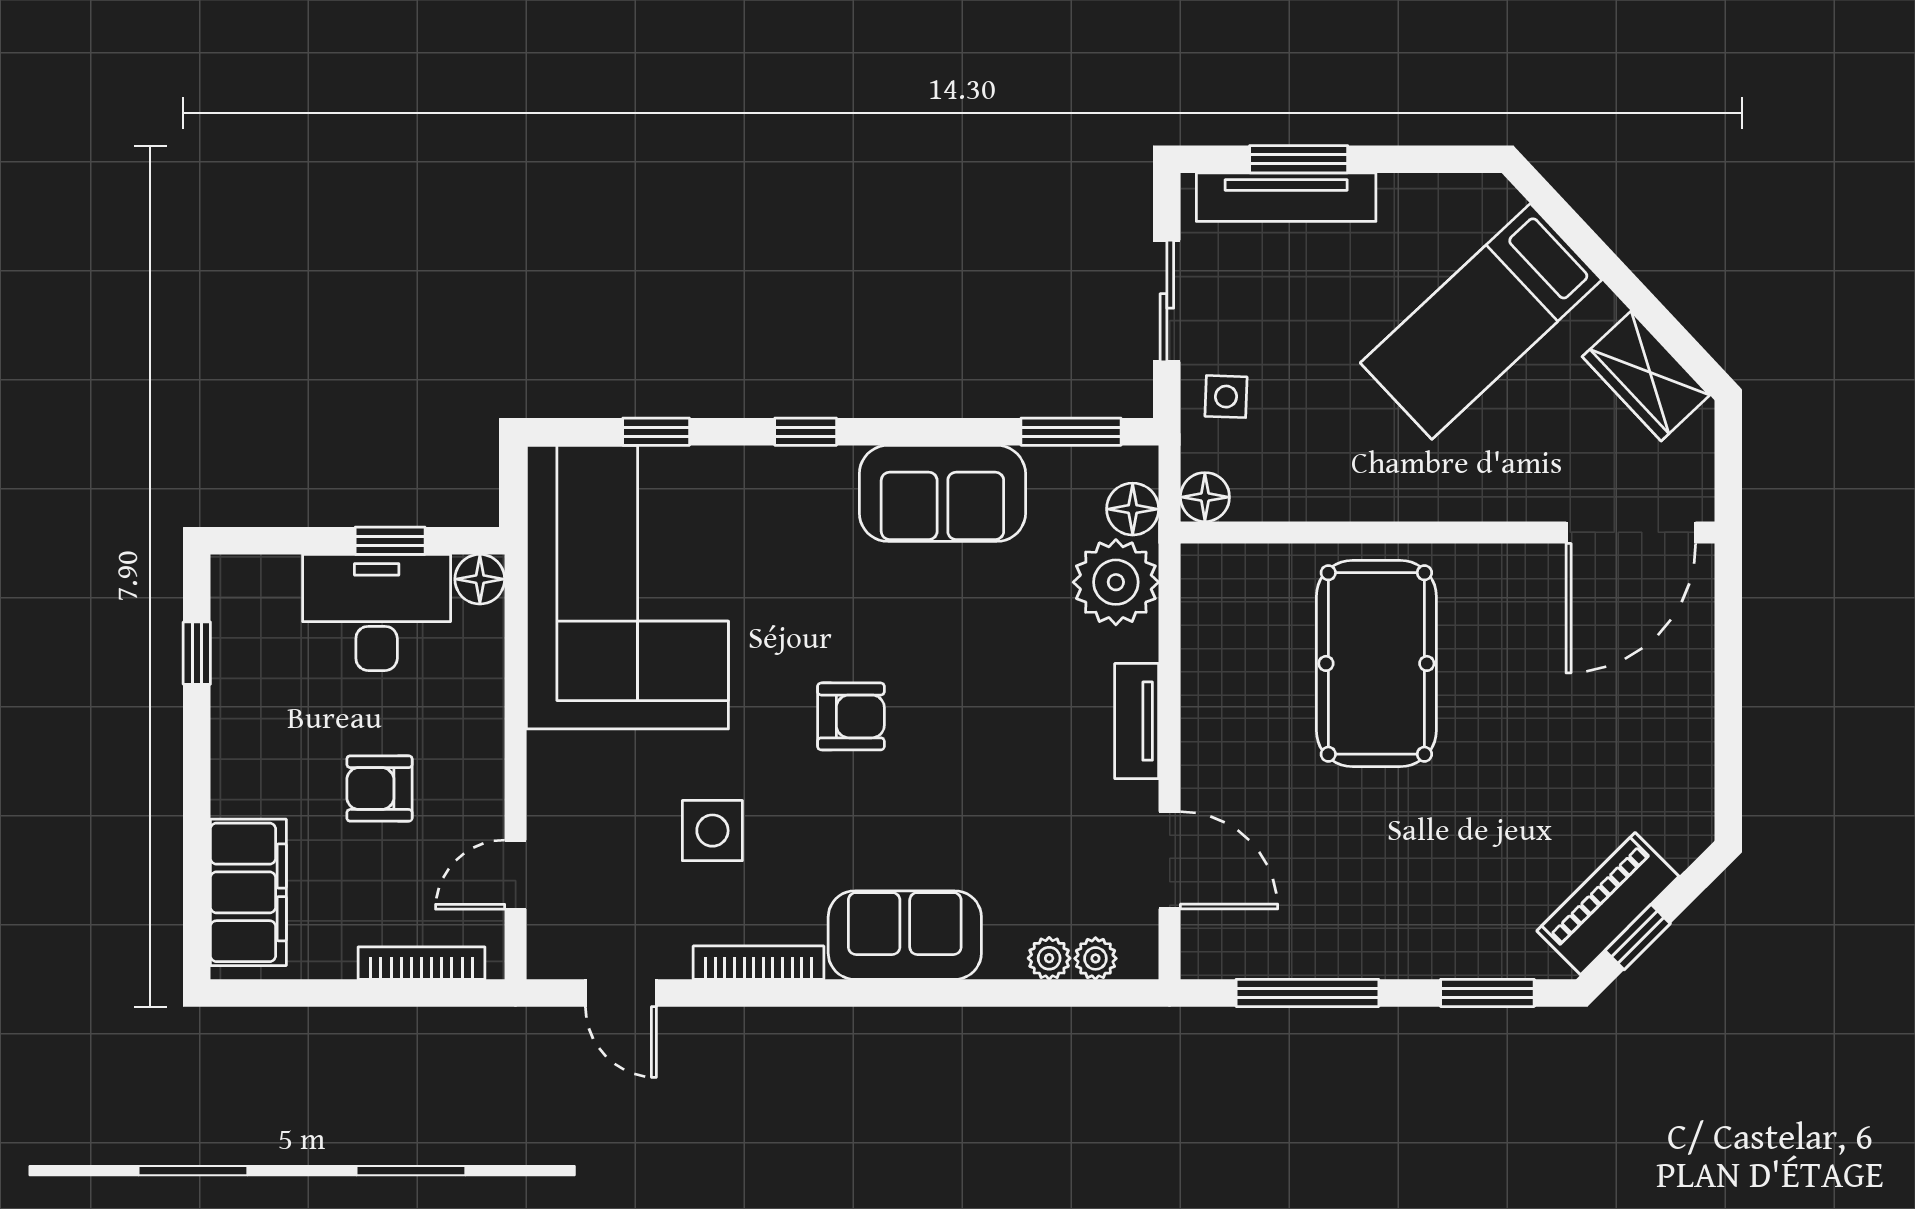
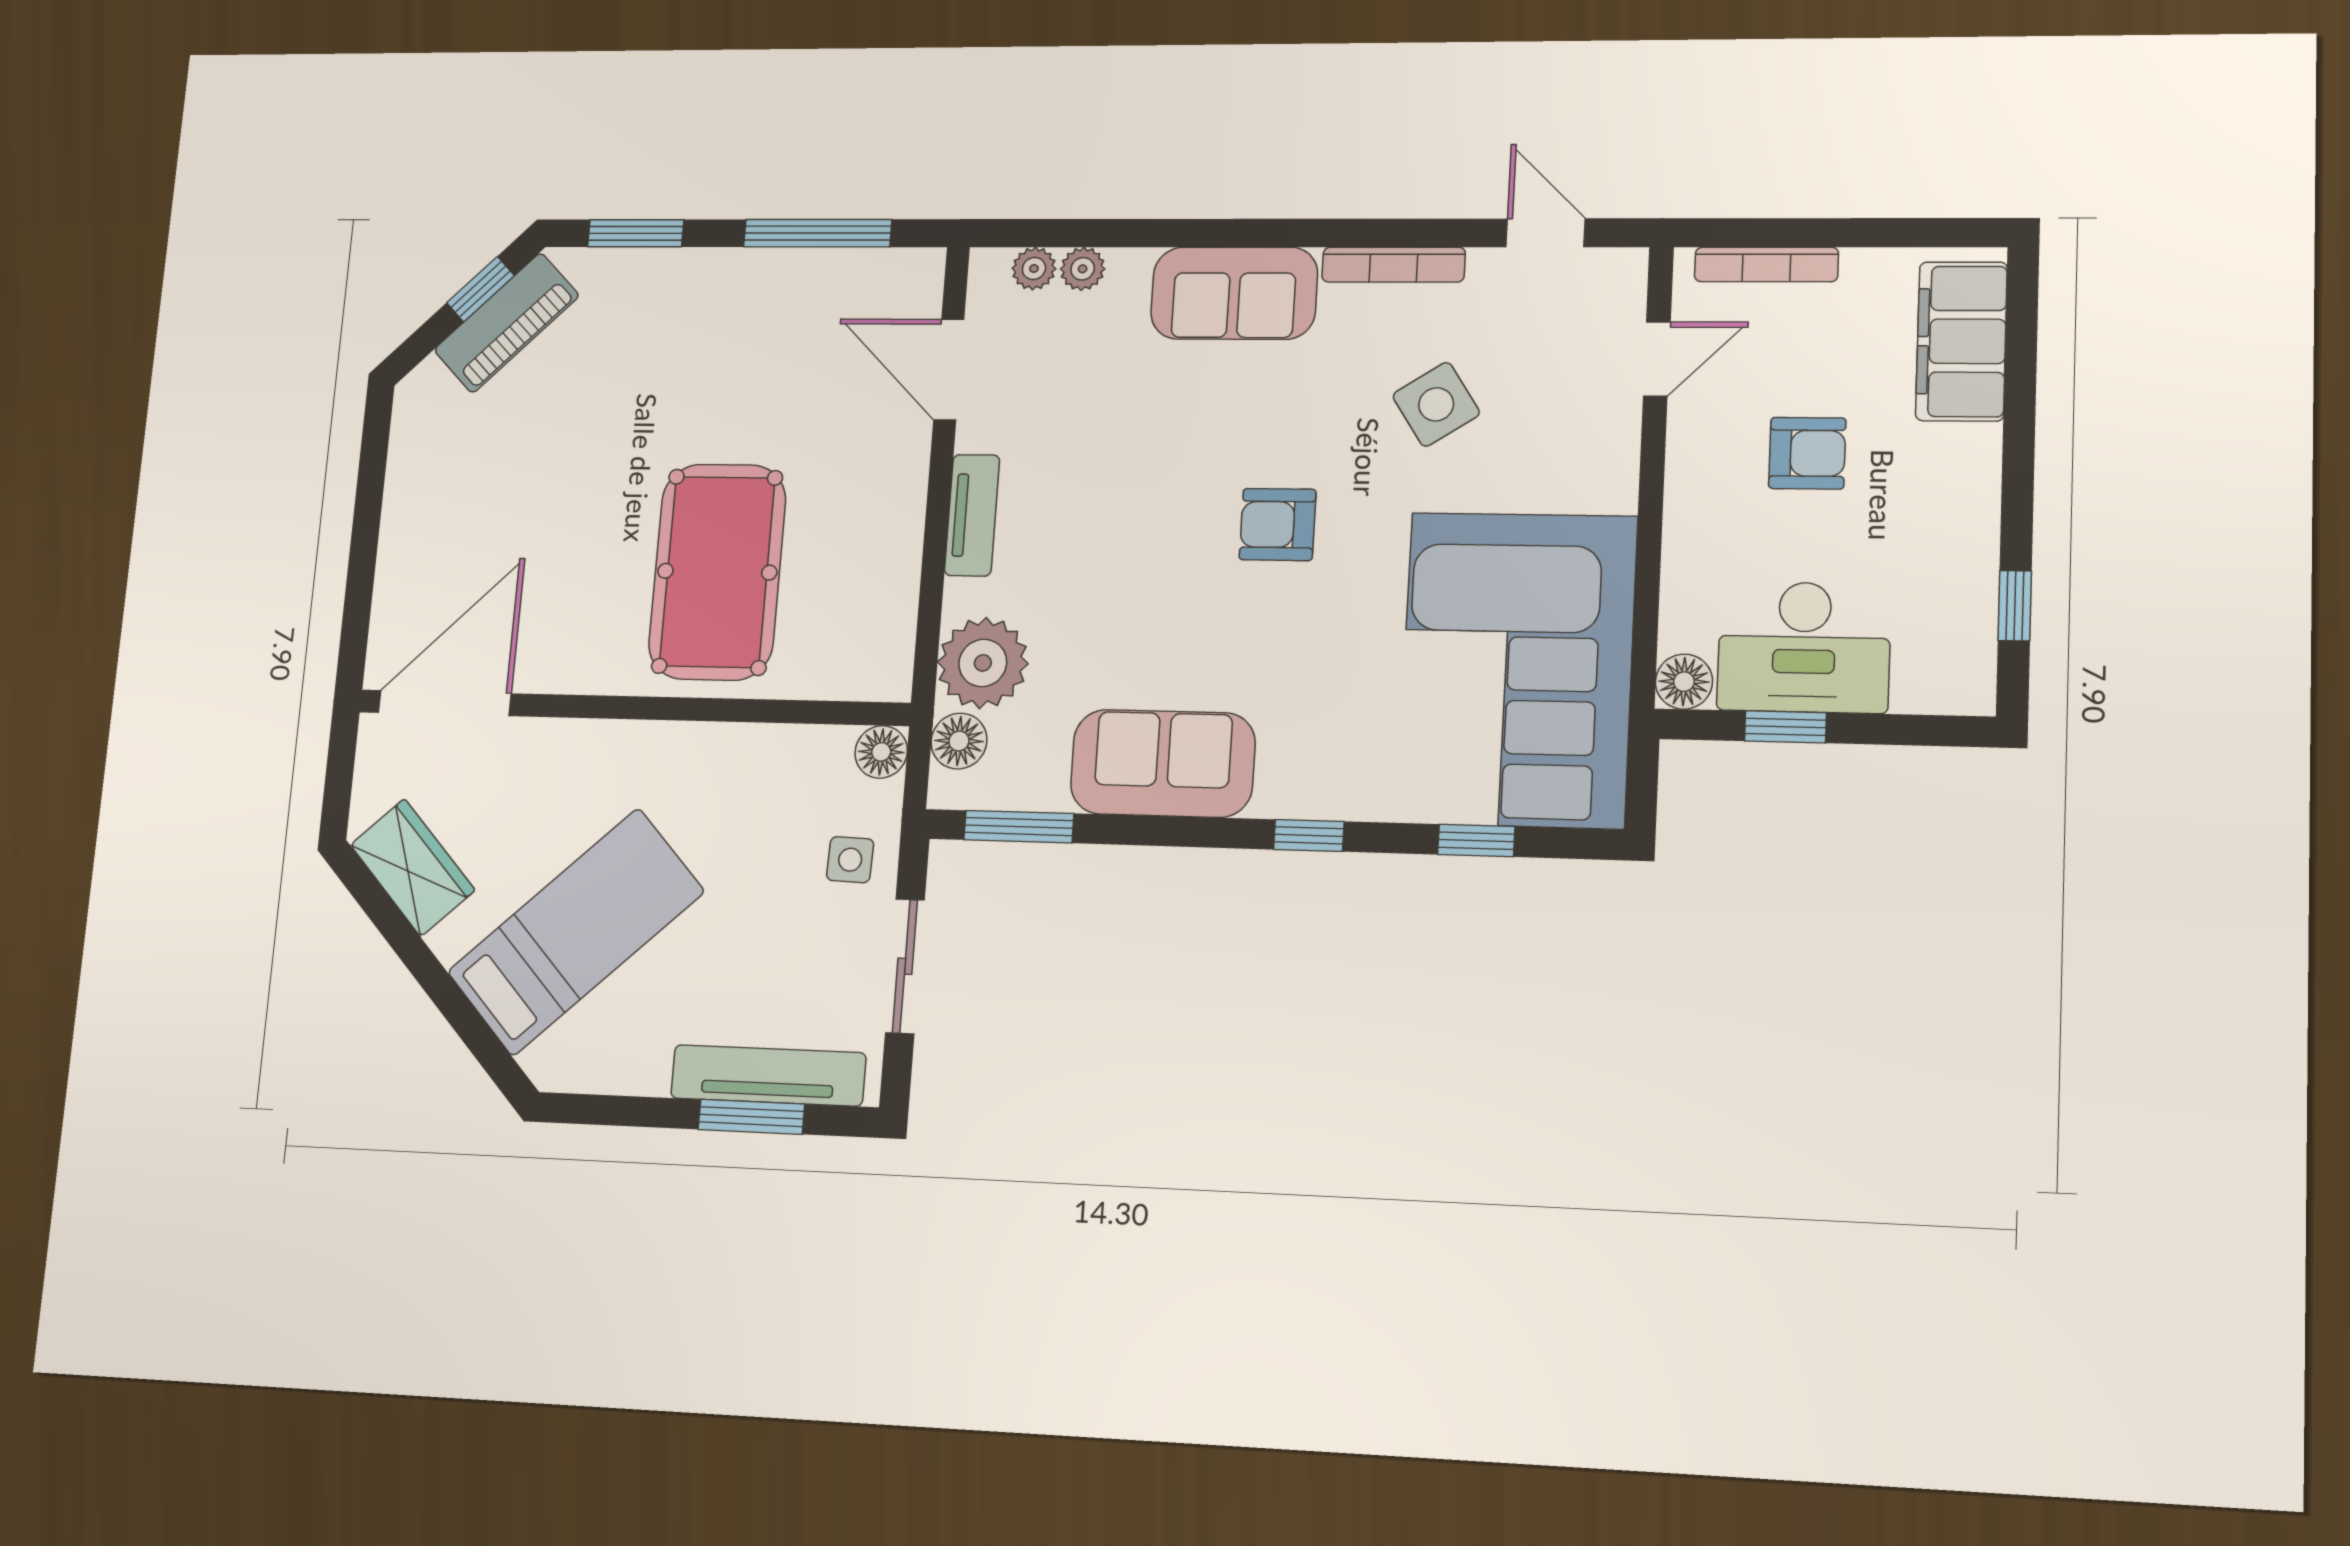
side table: (712, 831) -> (1436, 404), turned -33

